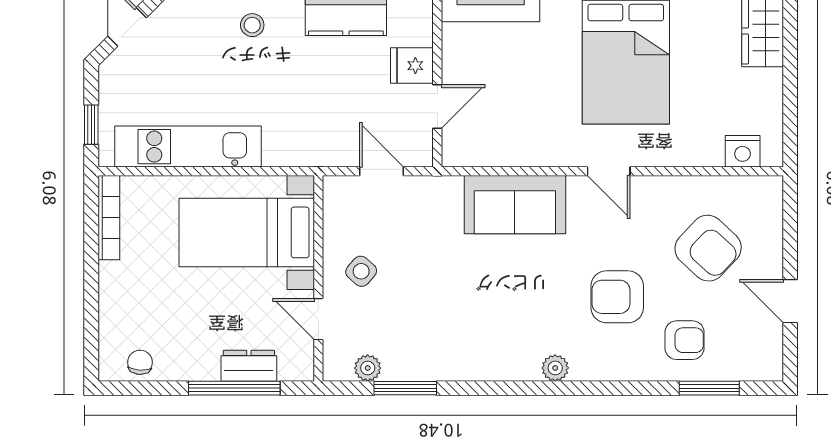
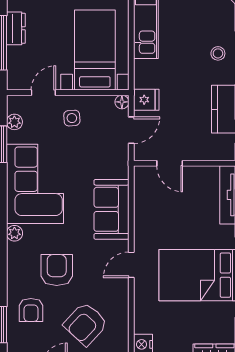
fridge: (412, 66) -> (146, 100), moved, turned 90
floor lamp: (334, 187) -> (122, 102), added
side table: (361, 271) -> (72, 118), turned 45
corner sofa: (472, 334) -> (35, 184), added
dresser: (249, 366) -> (16, 28), moved

